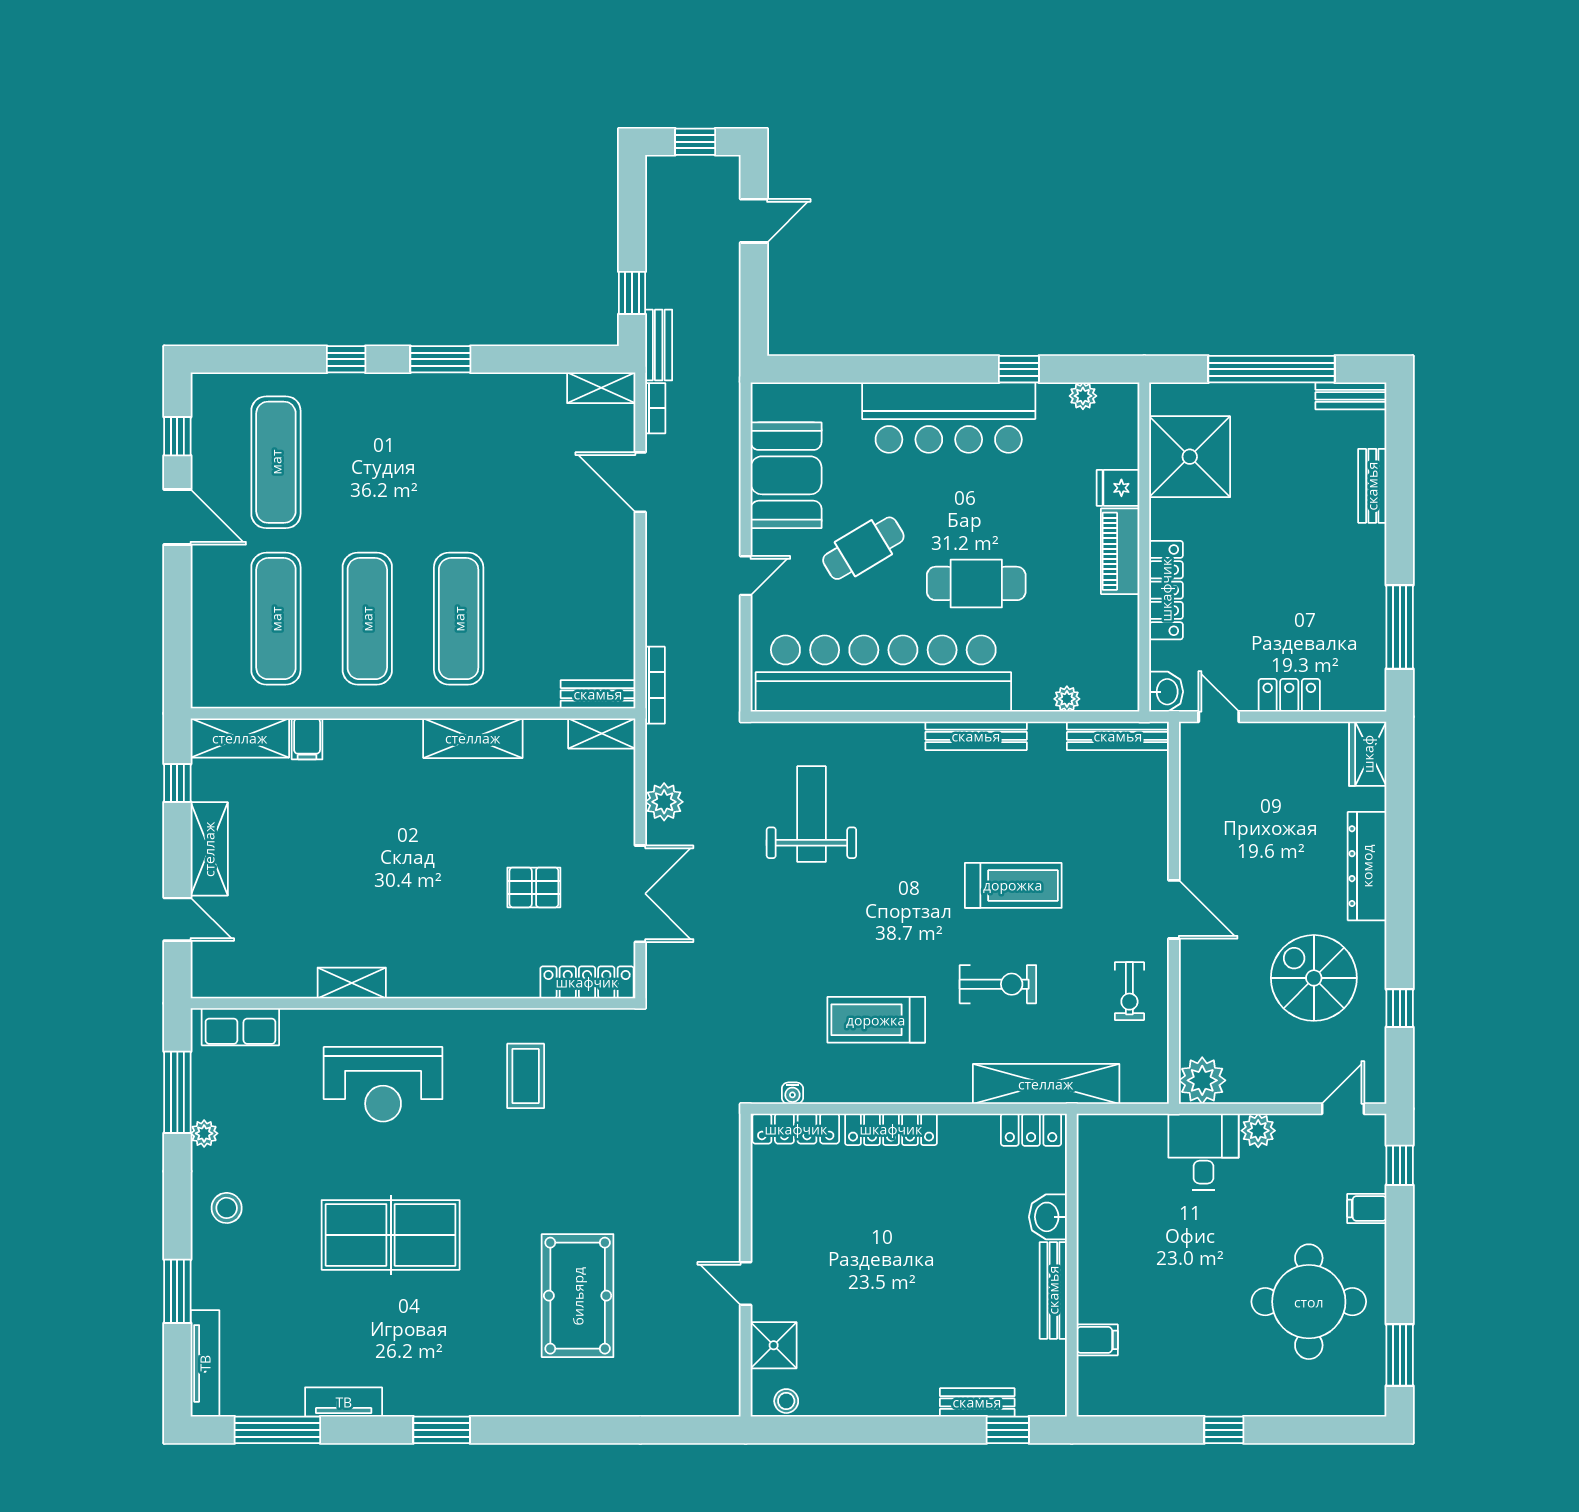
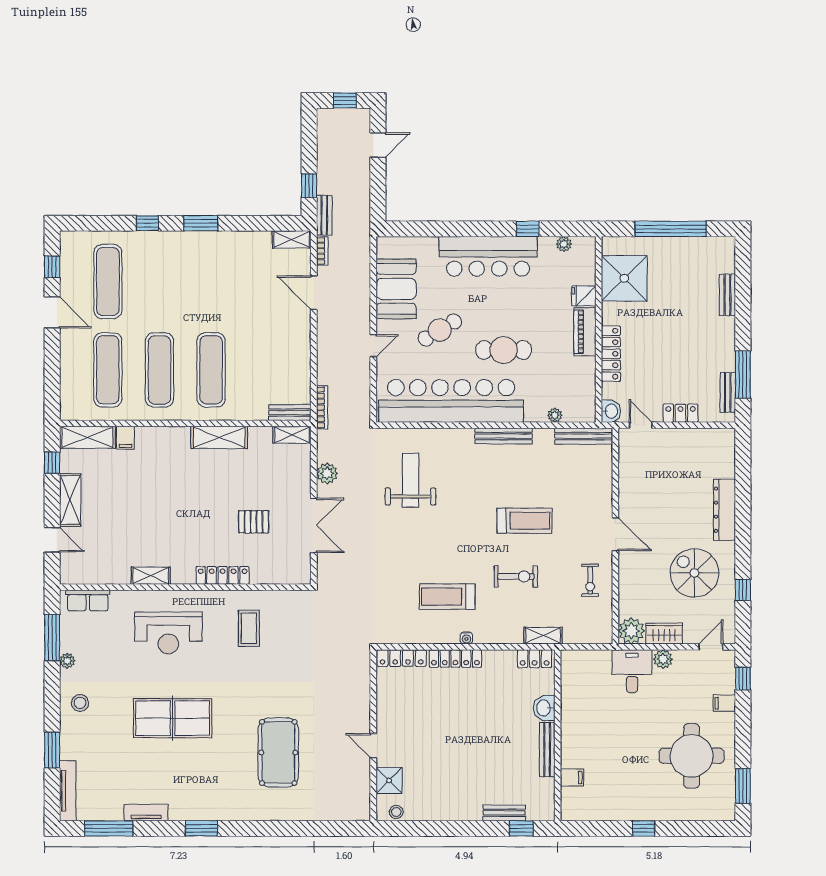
bench: (1351, 396) -> (728, 393), moved, turned 90
wardrobe: (1368, 754) -> (664, 633), moved, turned 90
locker: (587, 982) -> (223, 575), moved
shelving: (1046, 1084) -> (543, 636), width x0.45, depth x0.75
water cooler: (792, 1093) -> (466, 638), moved

